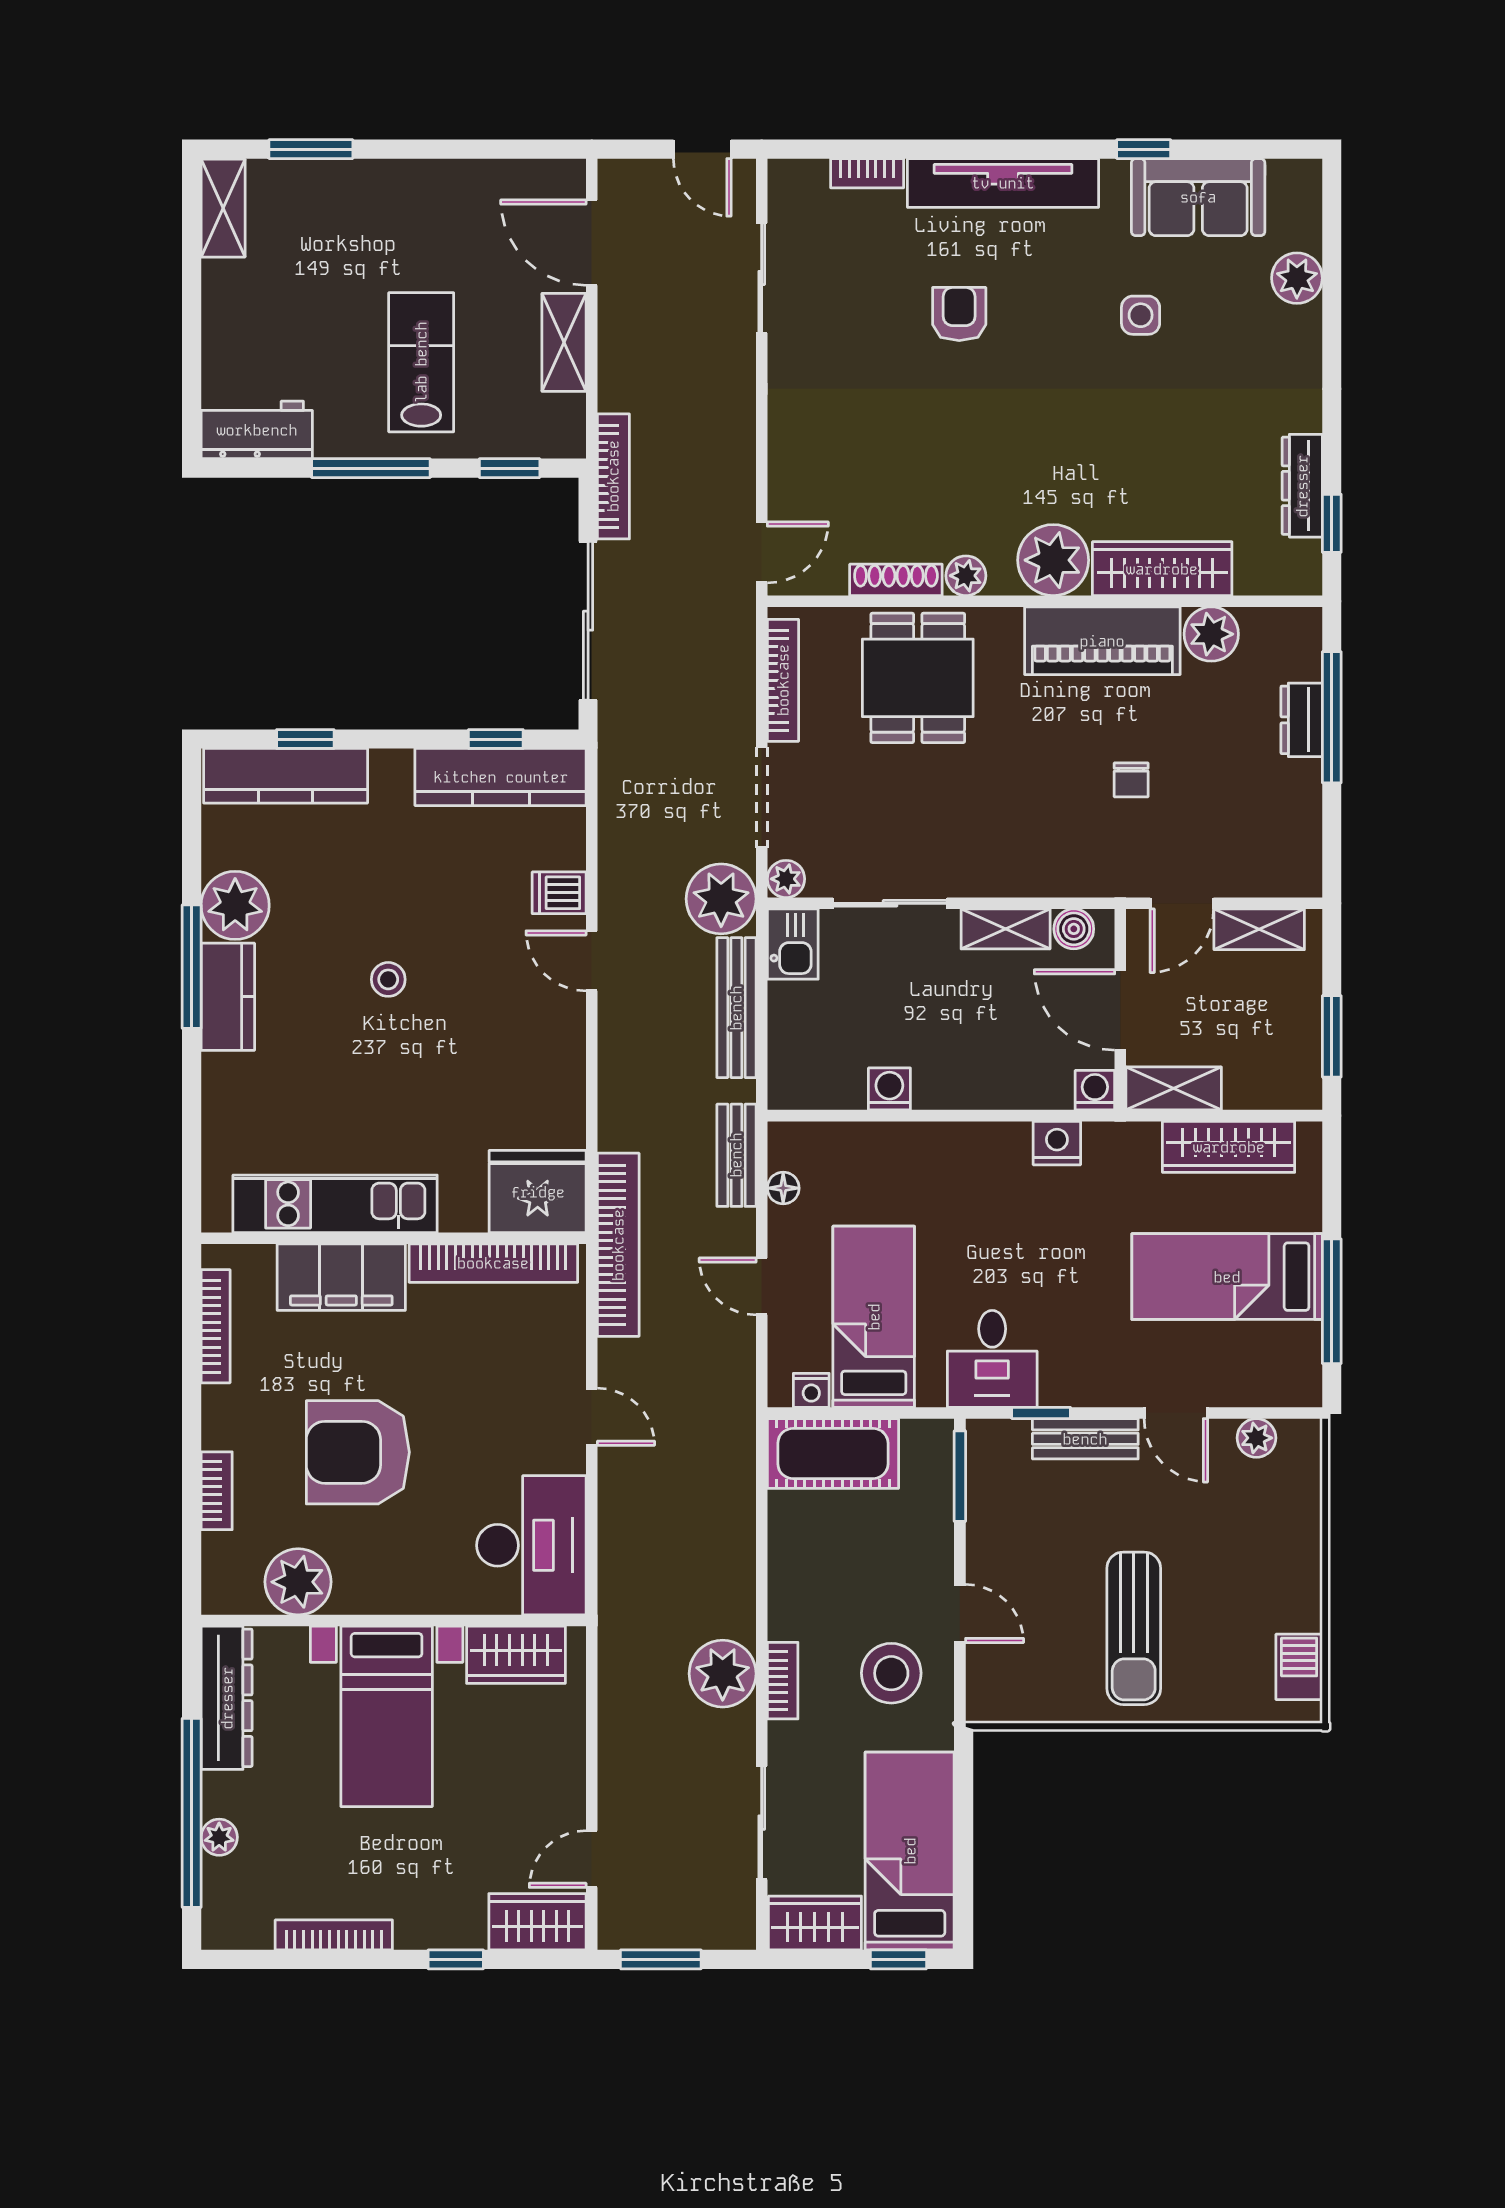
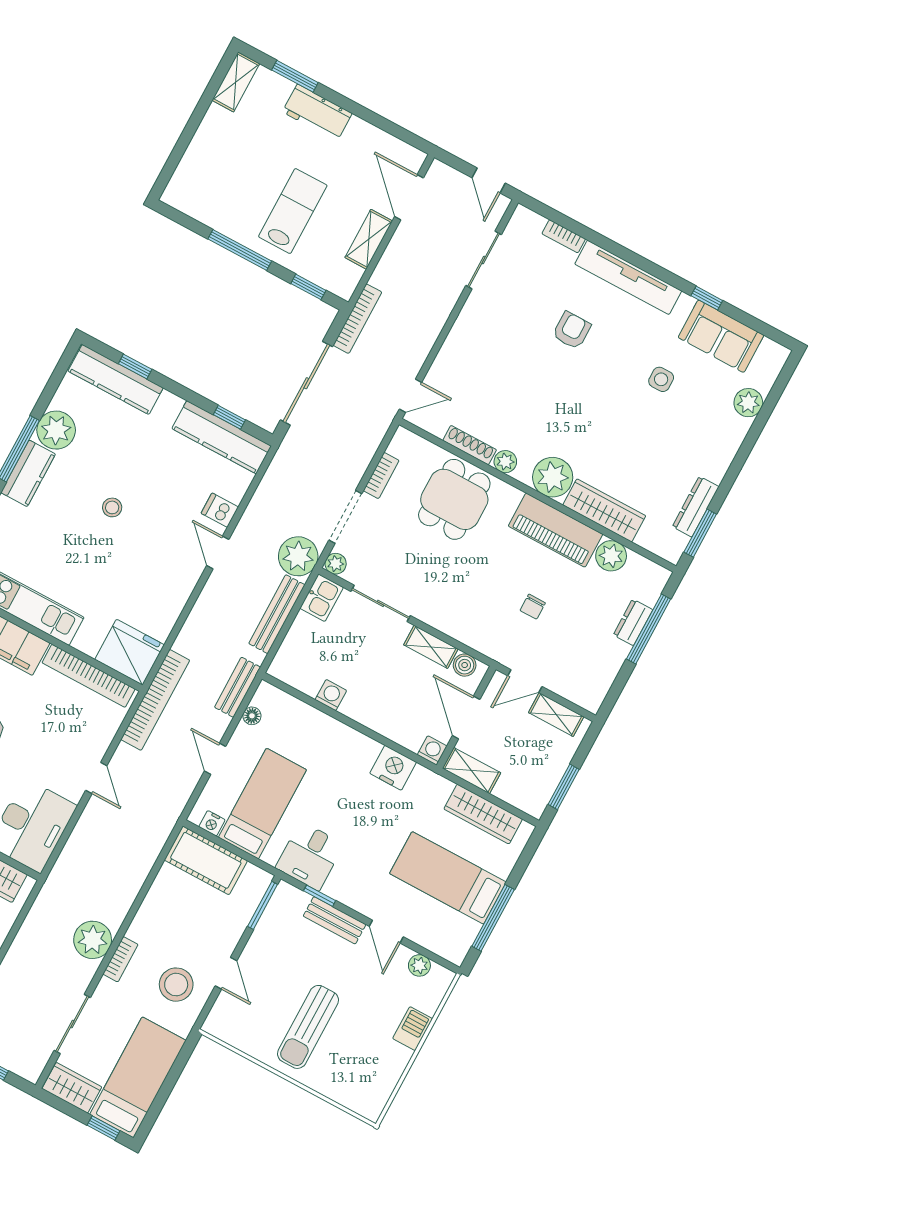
workbench: (257, 430) -> (317, 113), moved, turned 180
window: (1332, 523) -> (700, 533), width x1.50
bookcase: (783, 680) -> (381, 476), width x0.64
nightstand: (1057, 1143) -> (393, 768), width x1.36, depth x1.33
barbecue: (1299, 1667) -> (413, 1029), moved

